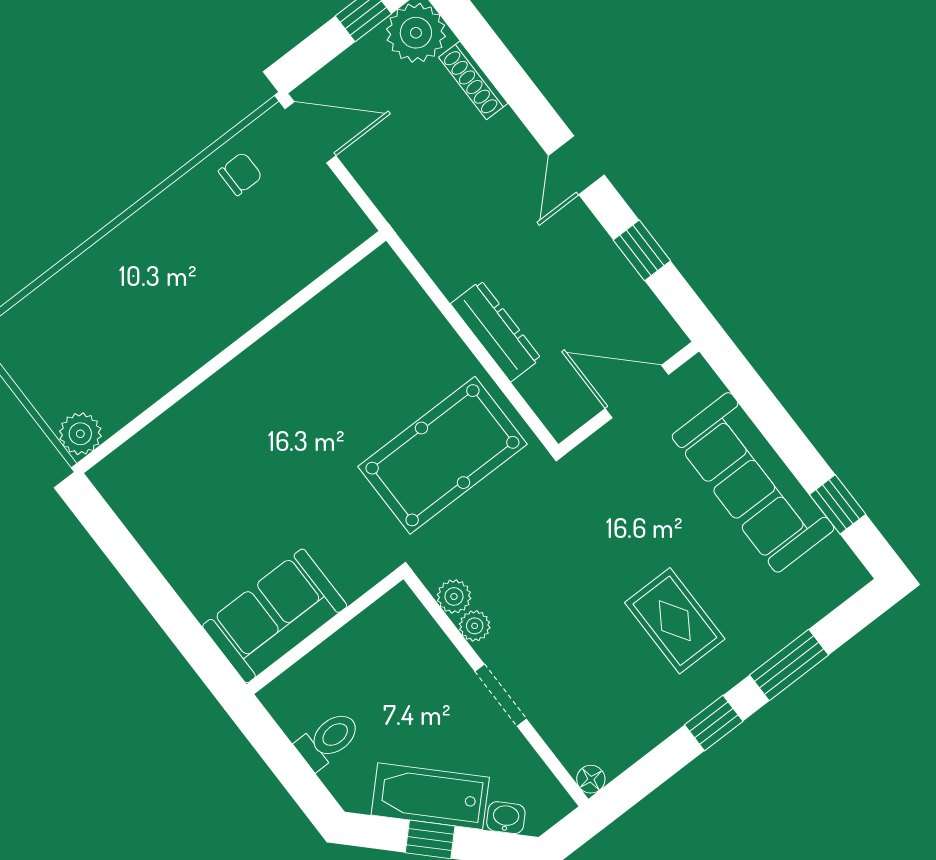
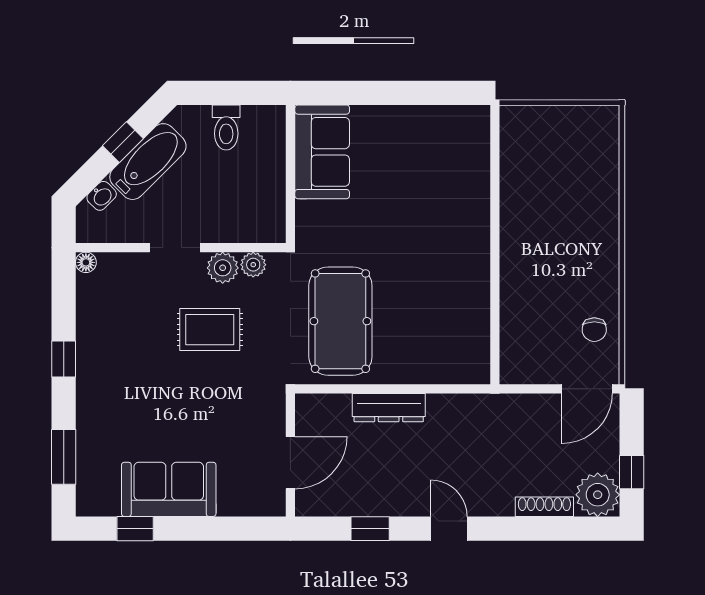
plant: (80, 434) -> (515, 120), removed
sofa: (753, 482) -> (169, 489), width x0.73
rug: (675, 621) -> (210, 330), moved
plant: (475, 626) -> (223, 268), width x1.38, depth x1.38
window: (789, 665) -> (64, 457), moved

